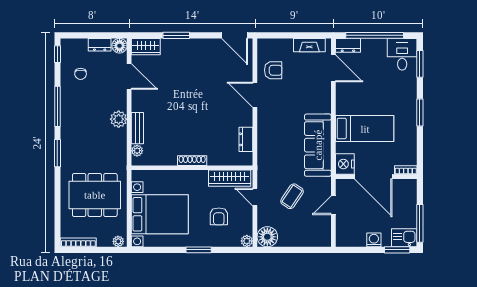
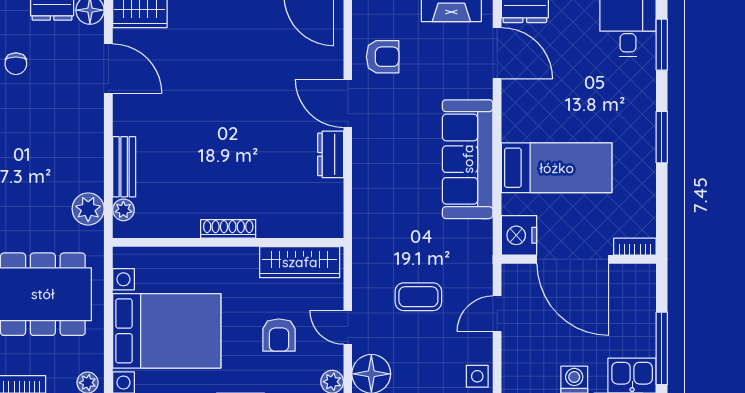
plant: (119, 119) -> (88, 209), moved
dresser: (246, 139) -> (331, 154), moved
sofa: (318, 145) -> (468, 159), moved
coffee table: (292, 196) -> (418, 297), turned 56
door: (255, 197) -> (348, 327), moved
side table: (323, 238) -> (477, 376), added

